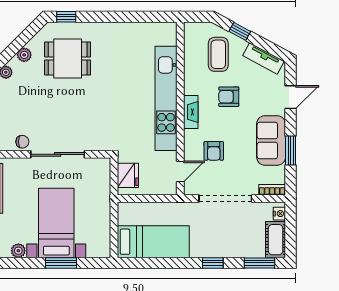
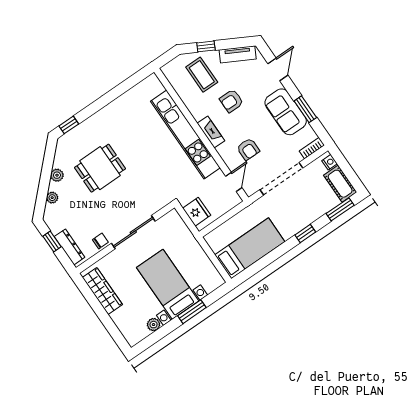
dining table: (68, 58) -> (100, 168), moved

